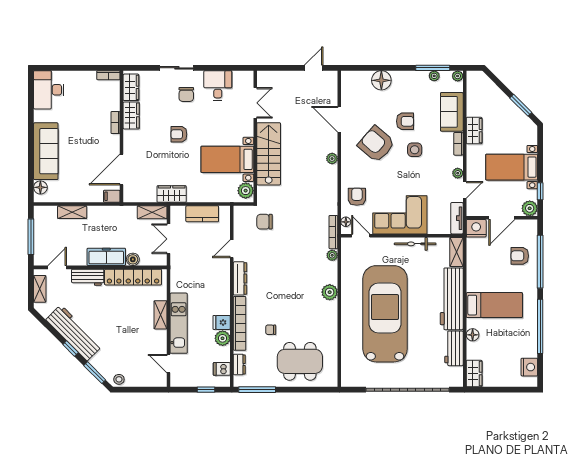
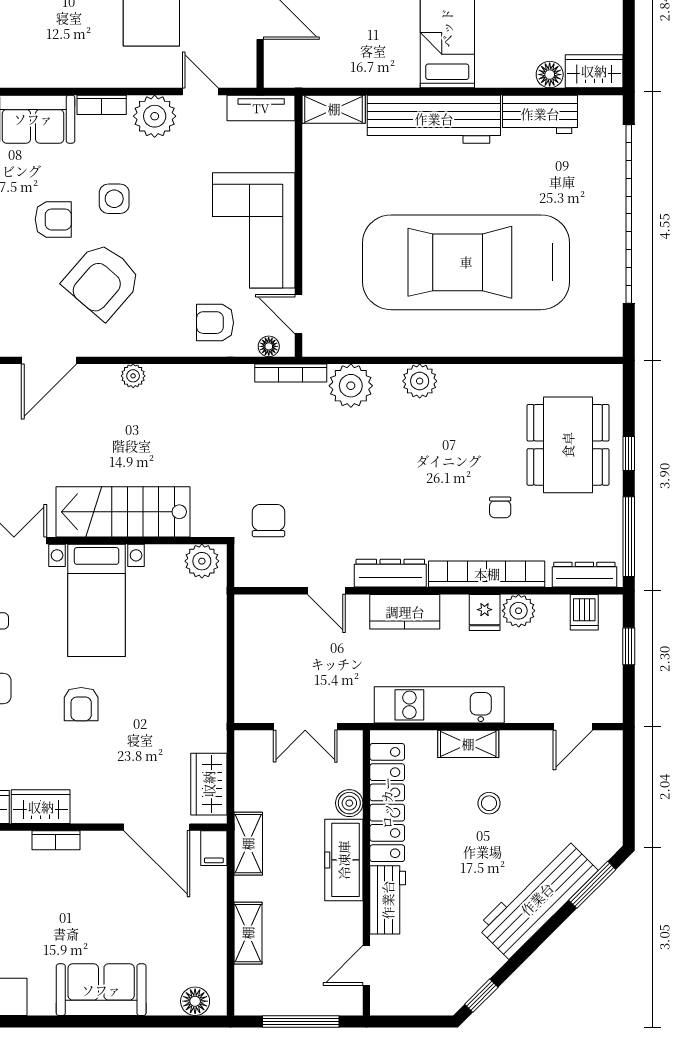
armchair: (405, 121) -> (53, 219), turned 90
wardrobe: (474, 131) -> (73, 71), removed
sofa: (46, 151) -> (101, 990), width x0.73
bed with nightstands: (227, 159) -> (97, 600), moved
plant: (458, 173) -> (155, 116), width x1.88, depth x1.88
wardrobe: (172, 194) -> (209, 784), moved
shelving: (152, 212) -> (248, 844), moved
kitchen counter: (202, 214) -> (405, 612), moved, turned 90
chair: (265, 222) -> (269, 521), turned 180
nightstand: (476, 228) -> (283, 67), removed
door: (361, 236) -> (298, 314), hinge flipped
bicycle: (415, 244) -> (316, 198), removed
plant: (332, 255) -> (351, 386), width x1.87, depth x1.87
door: (57, 267) -> (366, 965), hinge flipped
shelving: (40, 289) -> (413, 1003), removed
kitchen unit: (179, 323) -> (439, 705), moved
workbench: (74, 333) -> (537, 899), moved
floor lamp: (473, 335) -> (550, 75), moved
window: (71, 349) -> (481, 996), moved
dresser: (239, 364) -> (584, 575), width x1.44
stool: (119, 379) -> (489, 803), moved
window: (296, 390) -> (629, 454), added

